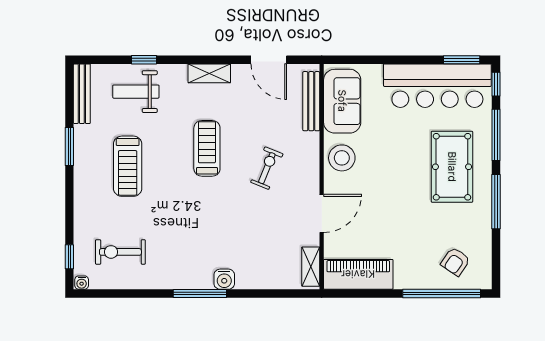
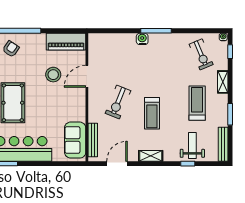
door: (269, 60) -> (117, 164), hinge flipped
weight bench: (136, 92) -> (192, 145), turned -90
stool: (342, 158) -> (53, 75), moved
exercise bike: (267, 168) -> (118, 102), width x1.38, depth x1.39
exercise bike: (120, 252) -> (201, 54), turned 67
shelving: (311, 267) -> (223, 82), moved

